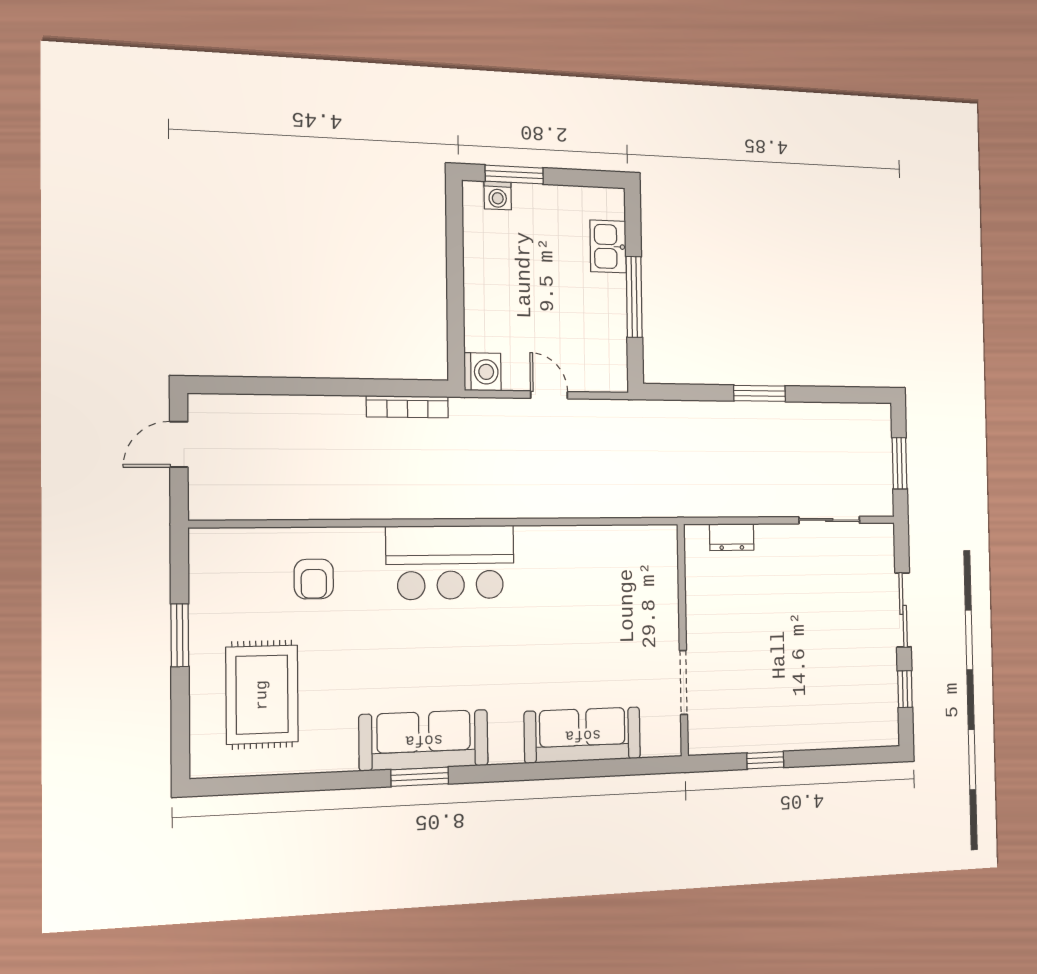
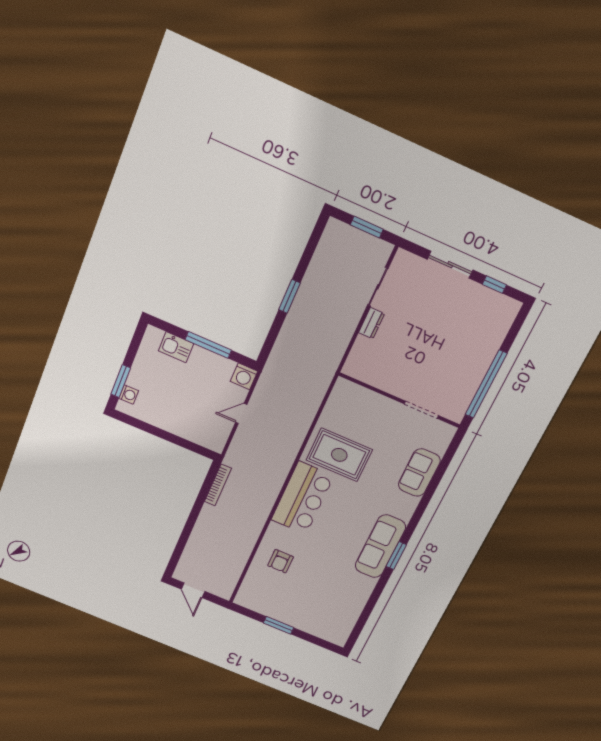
washing machine: (483, 372) -> (244, 376), moved, turned 180
dresser: (732, 537) -> (372, 323), moved
armchair: (314, 579) -> (280, 561), turned 90
rug: (262, 695) -> (339, 455), moved
sofa: (583, 735) -> (419, 473), width x0.73
window: (765, 760) -> (486, 384), width x3.17

